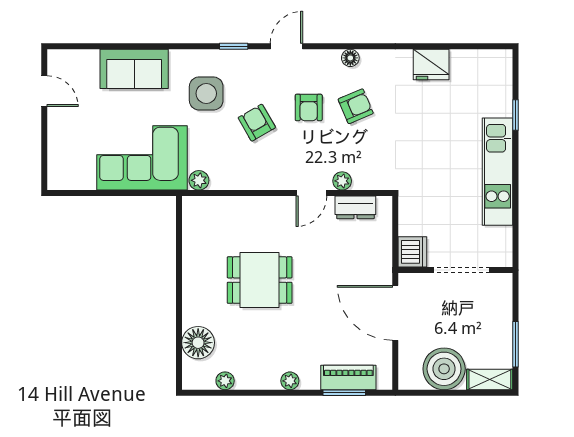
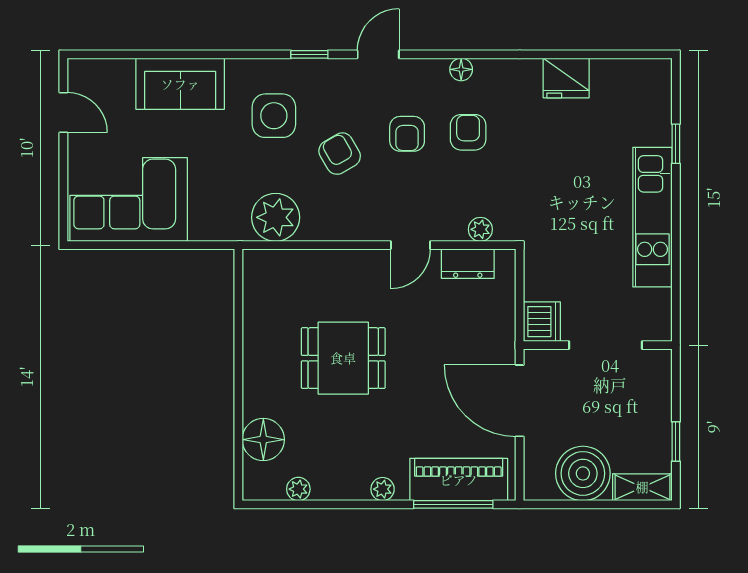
armchair: (356, 106) -> (468, 132), turned -67
corner sofa: (142, 158) -> (129, 199), moved
plant: (199, 180) -> (276, 217), width x1.88, depth x1.88
plant: (342, 181) -> (480, 229), moved
window: (516, 344) -> (676, 441), width x0.67
piano: (348, 377) -> (459, 480), width x1.37, depth x1.33
window: (344, 393) -> (453, 504), width x1.44

